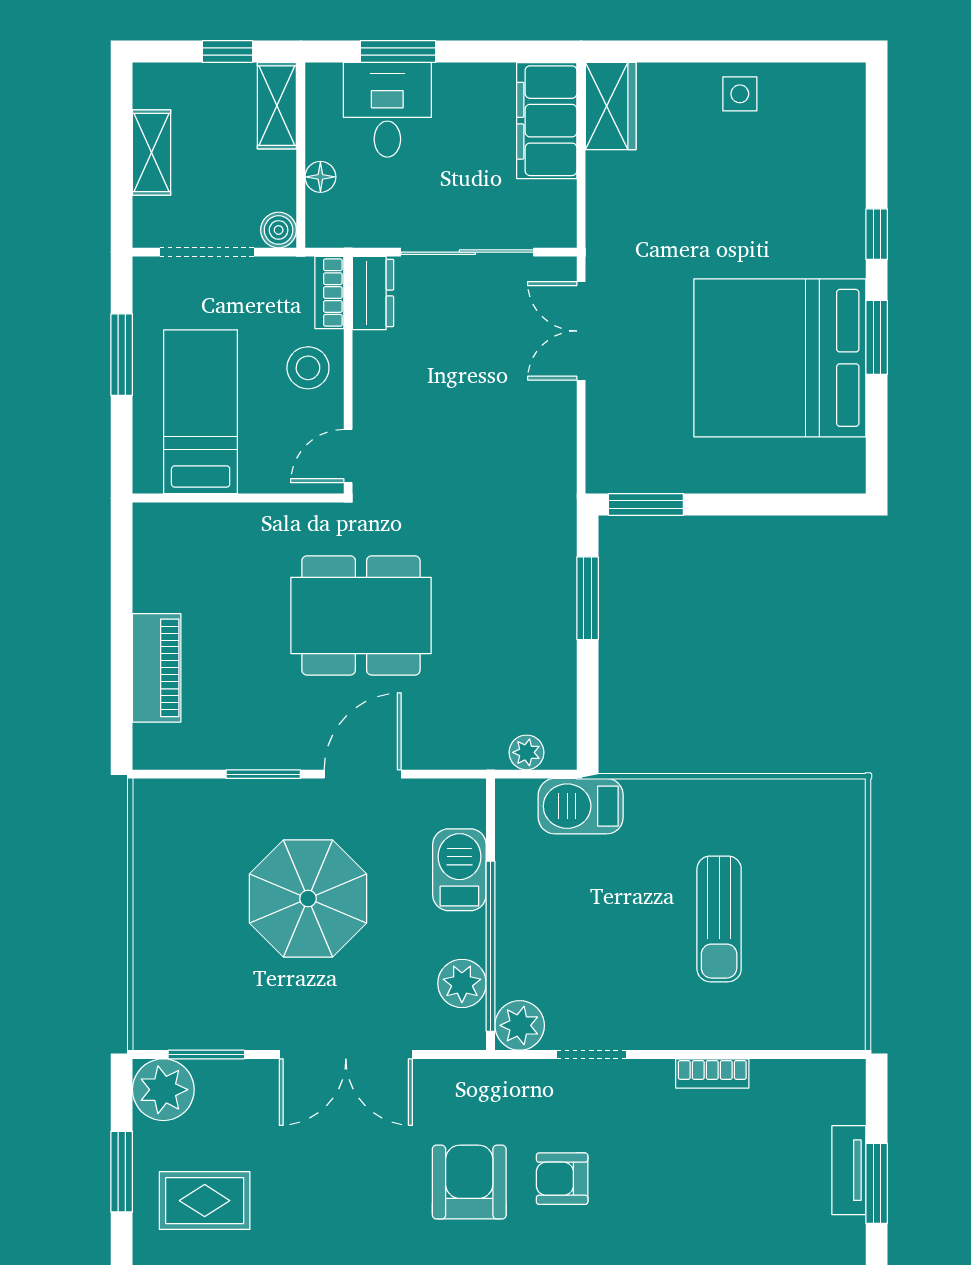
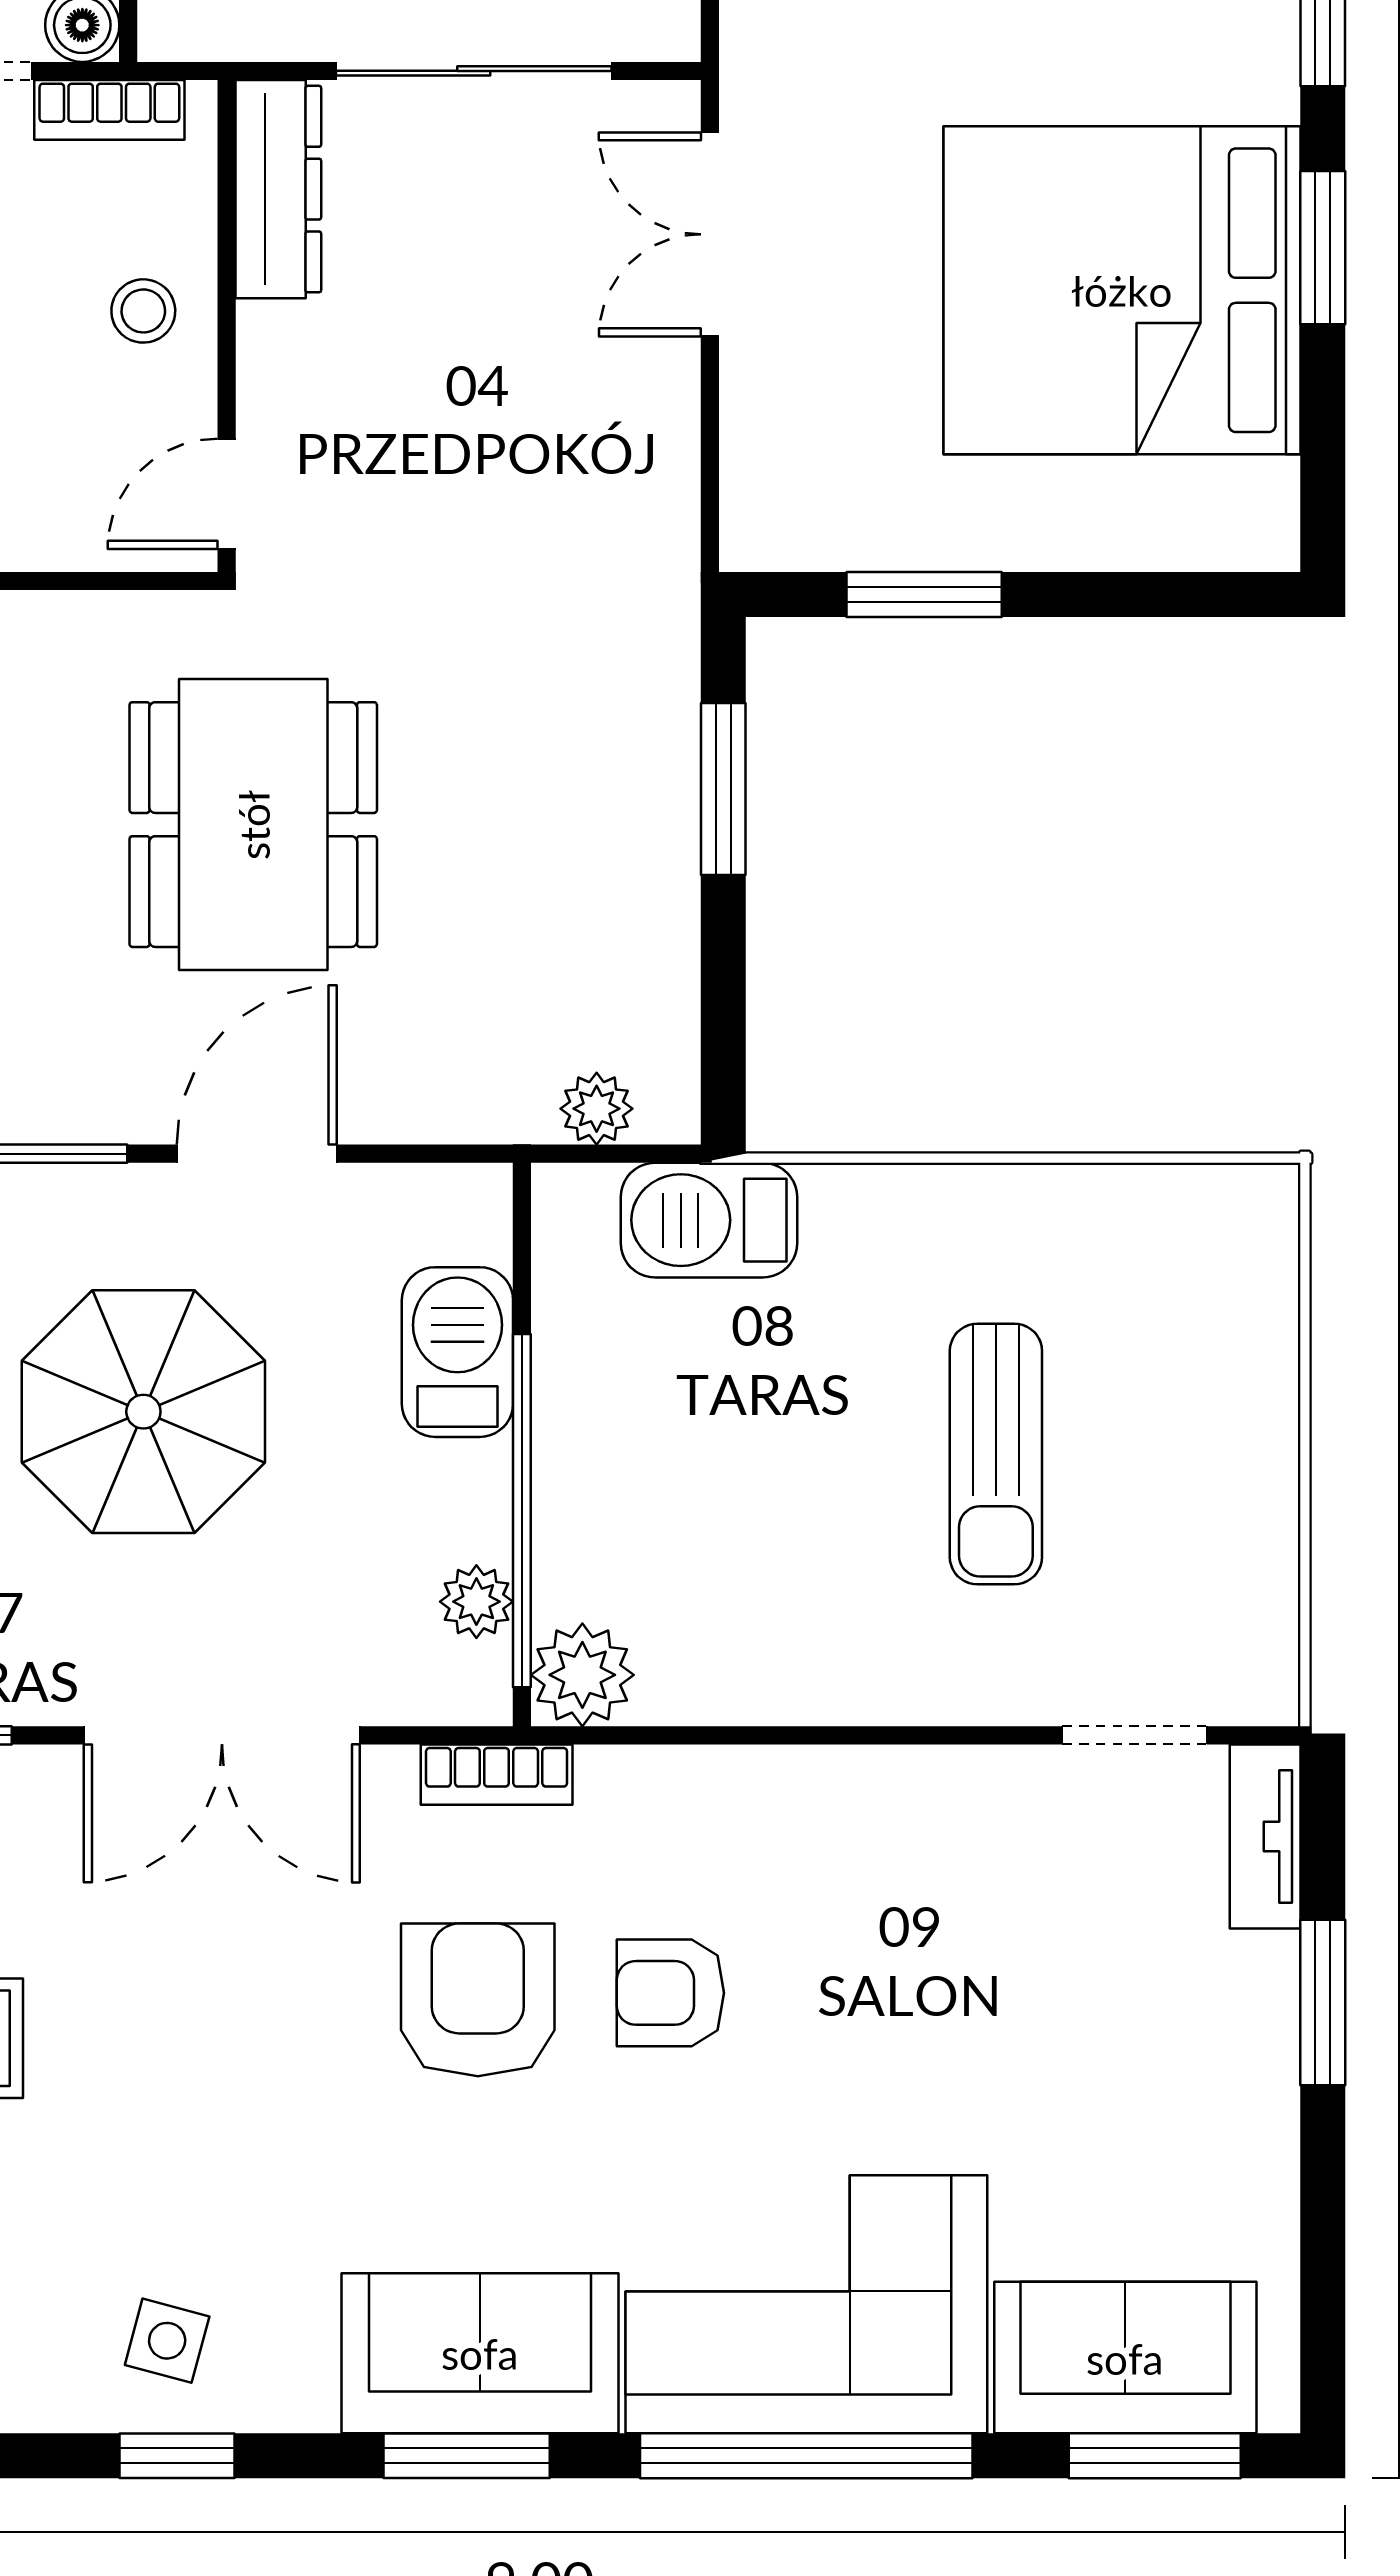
bookcase: (329, 293) -> (109, 110), moved, turned -90
dresser: (373, 293) -> (278, 189), width x1.44
stool: (308, 368) -> (143, 311), width x0.73, depth x0.73
window: (646, 504) -> (924, 594), moved
dining table: (361, 615) -> (253, 825), turned 90
plant: (462, 983) -> (476, 1602), width x0.73, depth x0.73
doorway: (591, 1055) -> (1135, 1735), moved
bookcase: (712, 1073) -> (497, 1775), moved
tv unit: (849, 1170) -> (1265, 1837), moved

